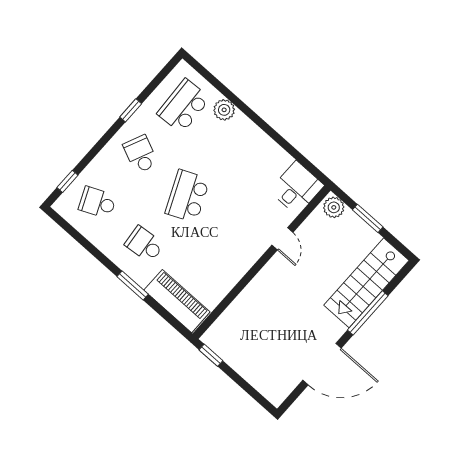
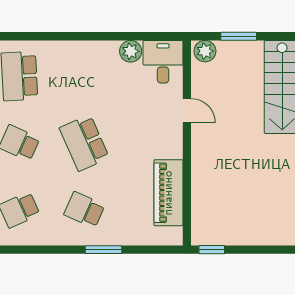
plant: (224, 110) -> (131, 51), moved
school desk: (144, 244) -> (84, 210), turned 30
piano: (177, 301) -> (168, 193), moved, turned -90

